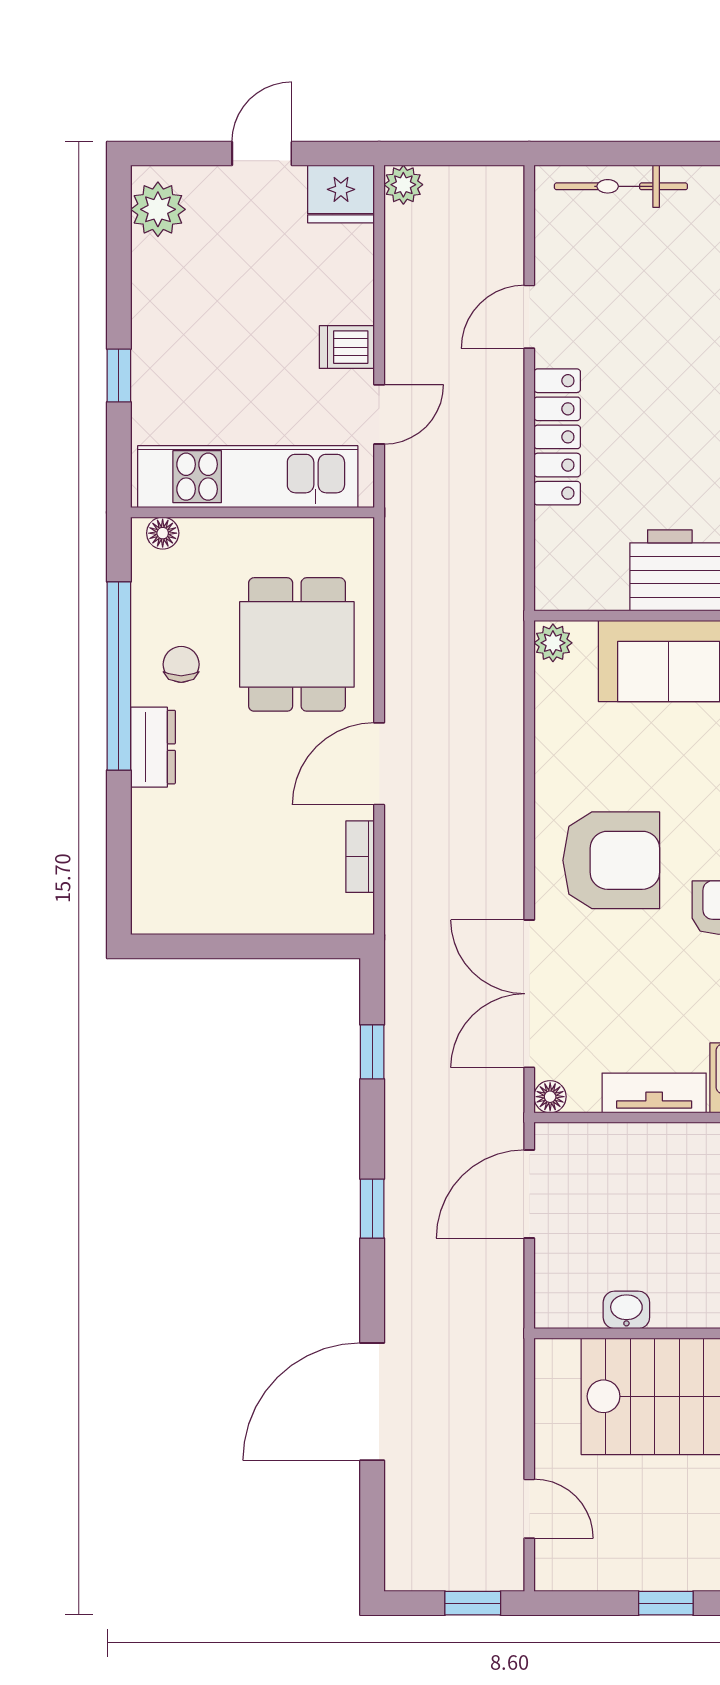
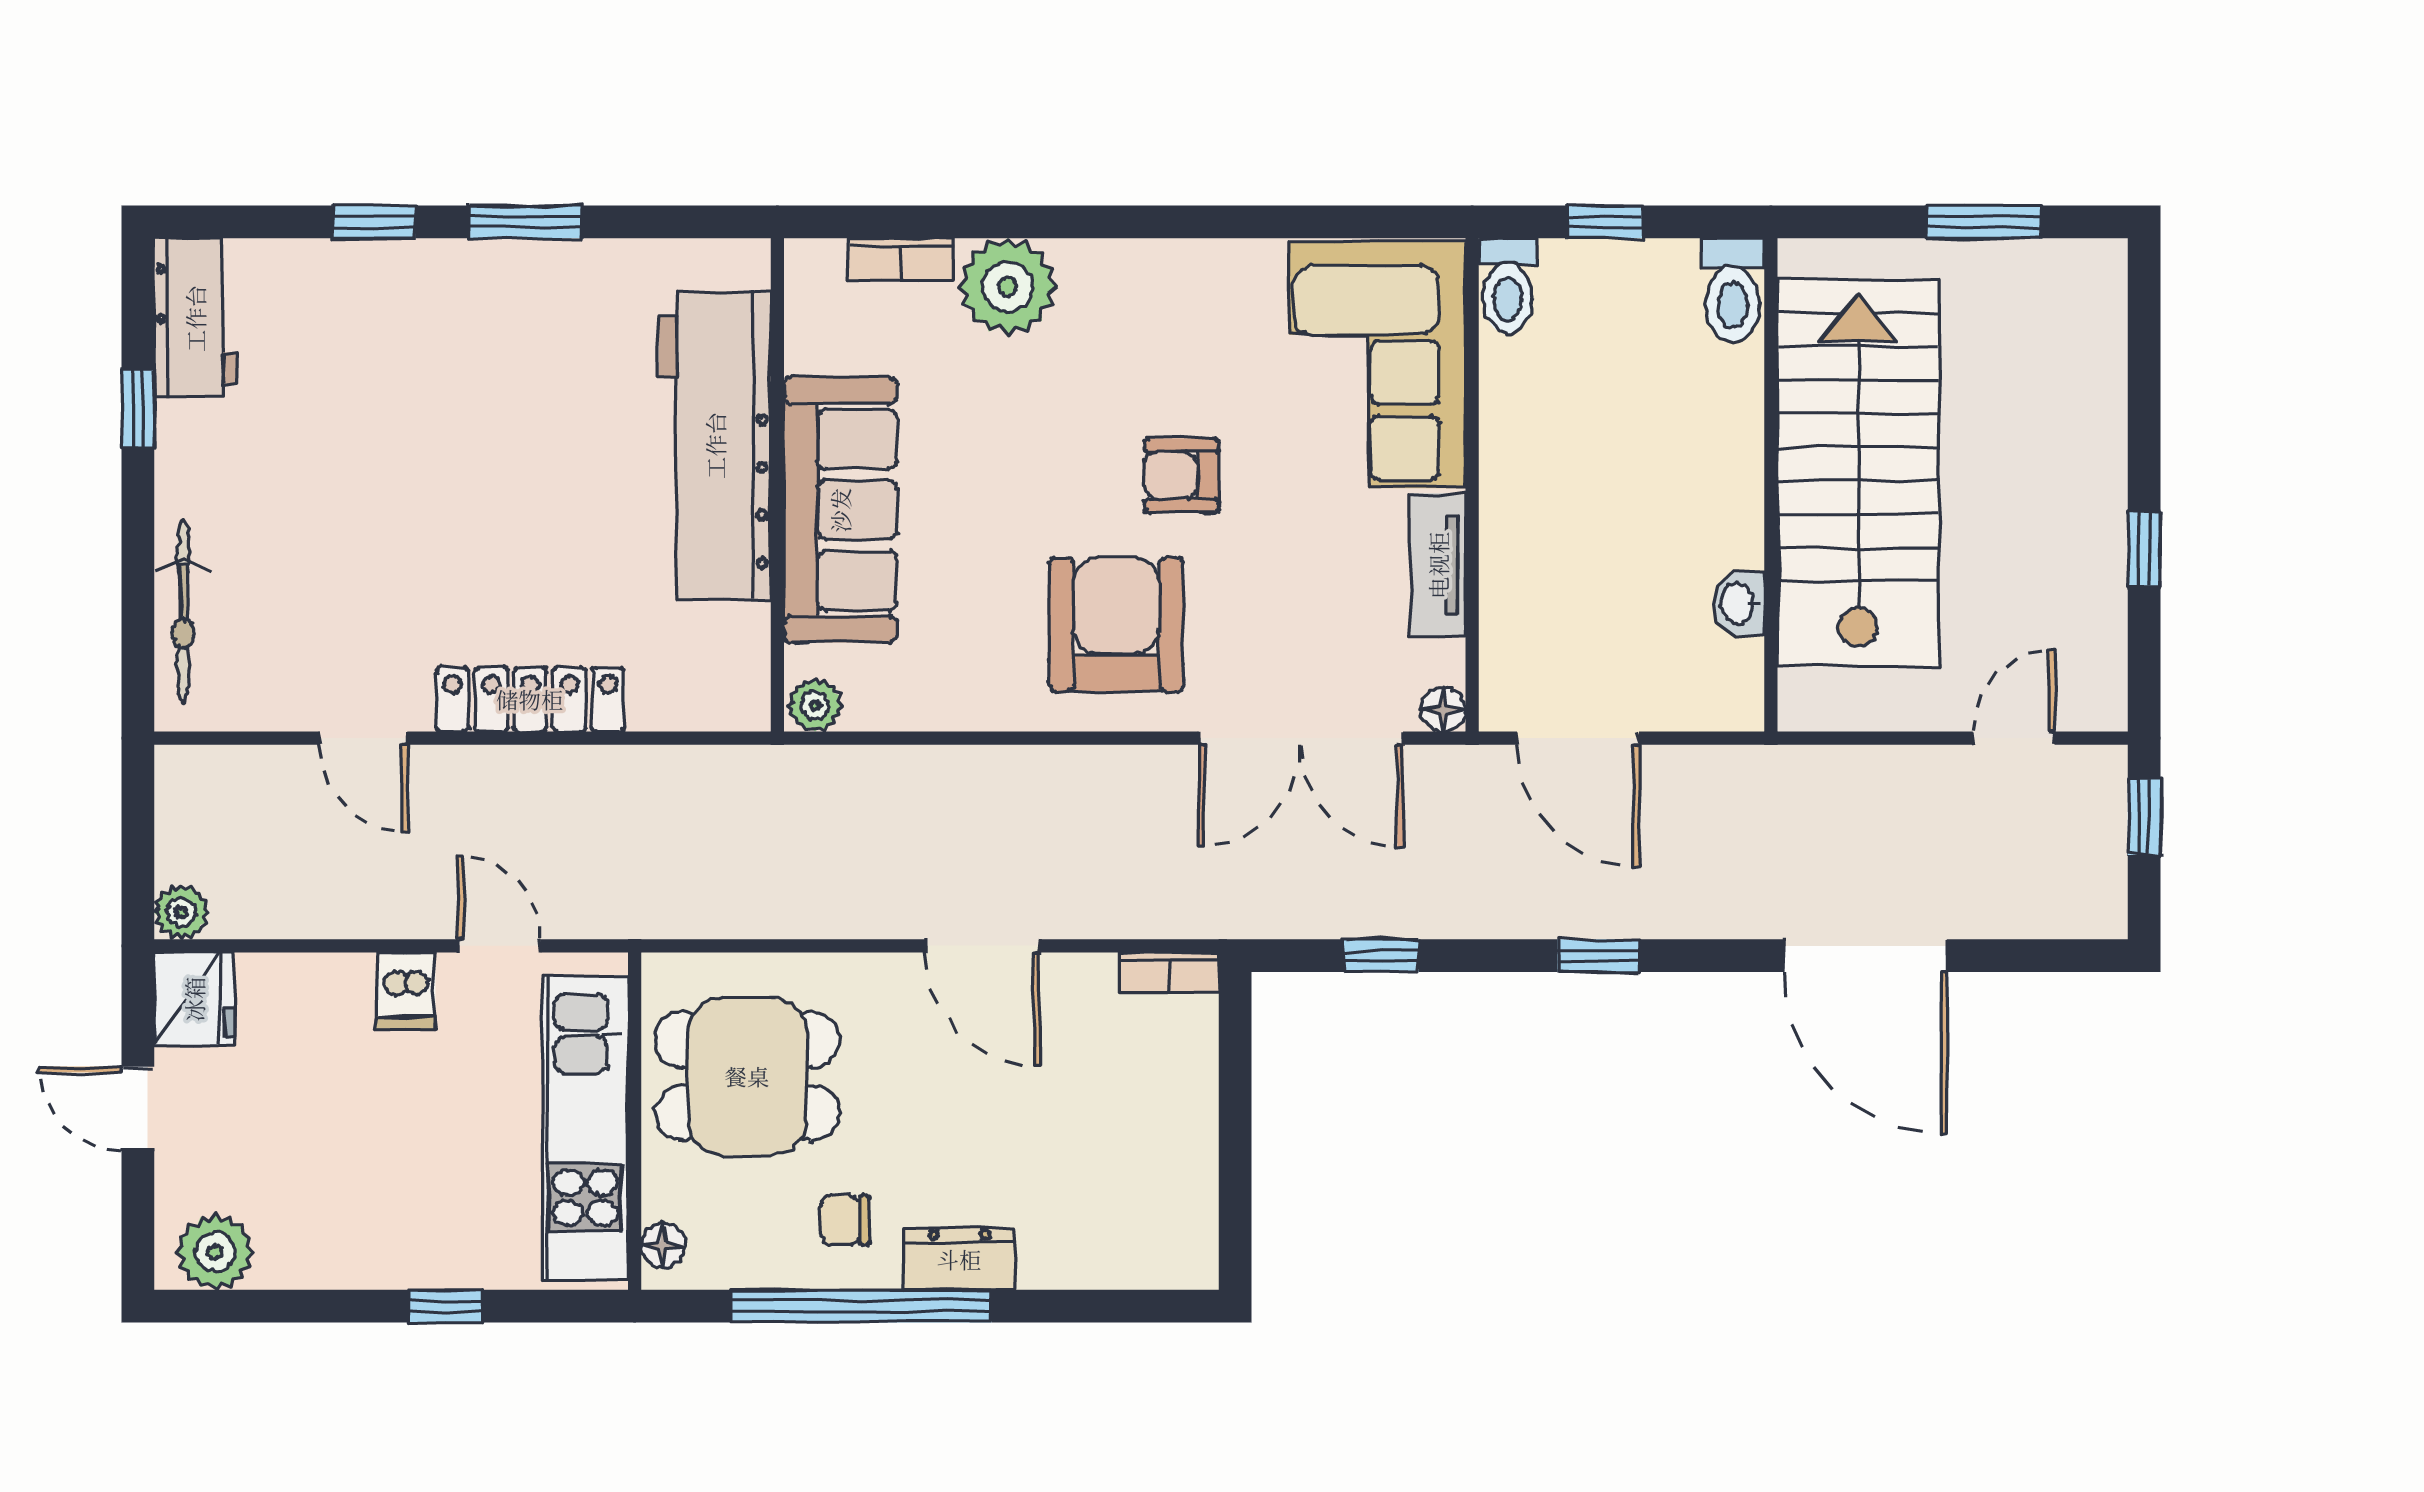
dining table: (297, 644) -> (747, 1076), moved
bookcase: (360, 857) -> (1170, 972), moved

